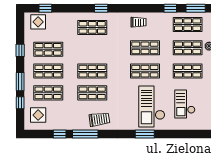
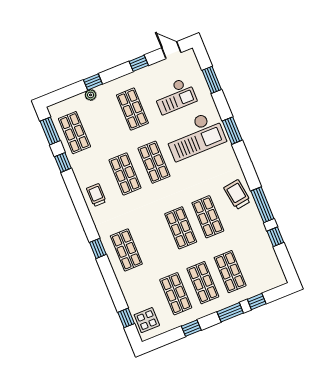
shop shelf: (188, 48) -> (103, 121), removed
display table: (38, 115) -> (263, 273), removed
window: (186, 134) -> (212, 80), added

